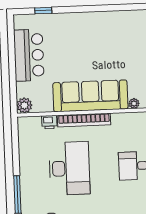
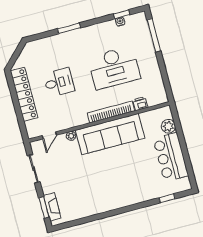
plant: (24, 105) -> (168, 126), moved
desk: (69, 168) -> (114, 68), turned -90

